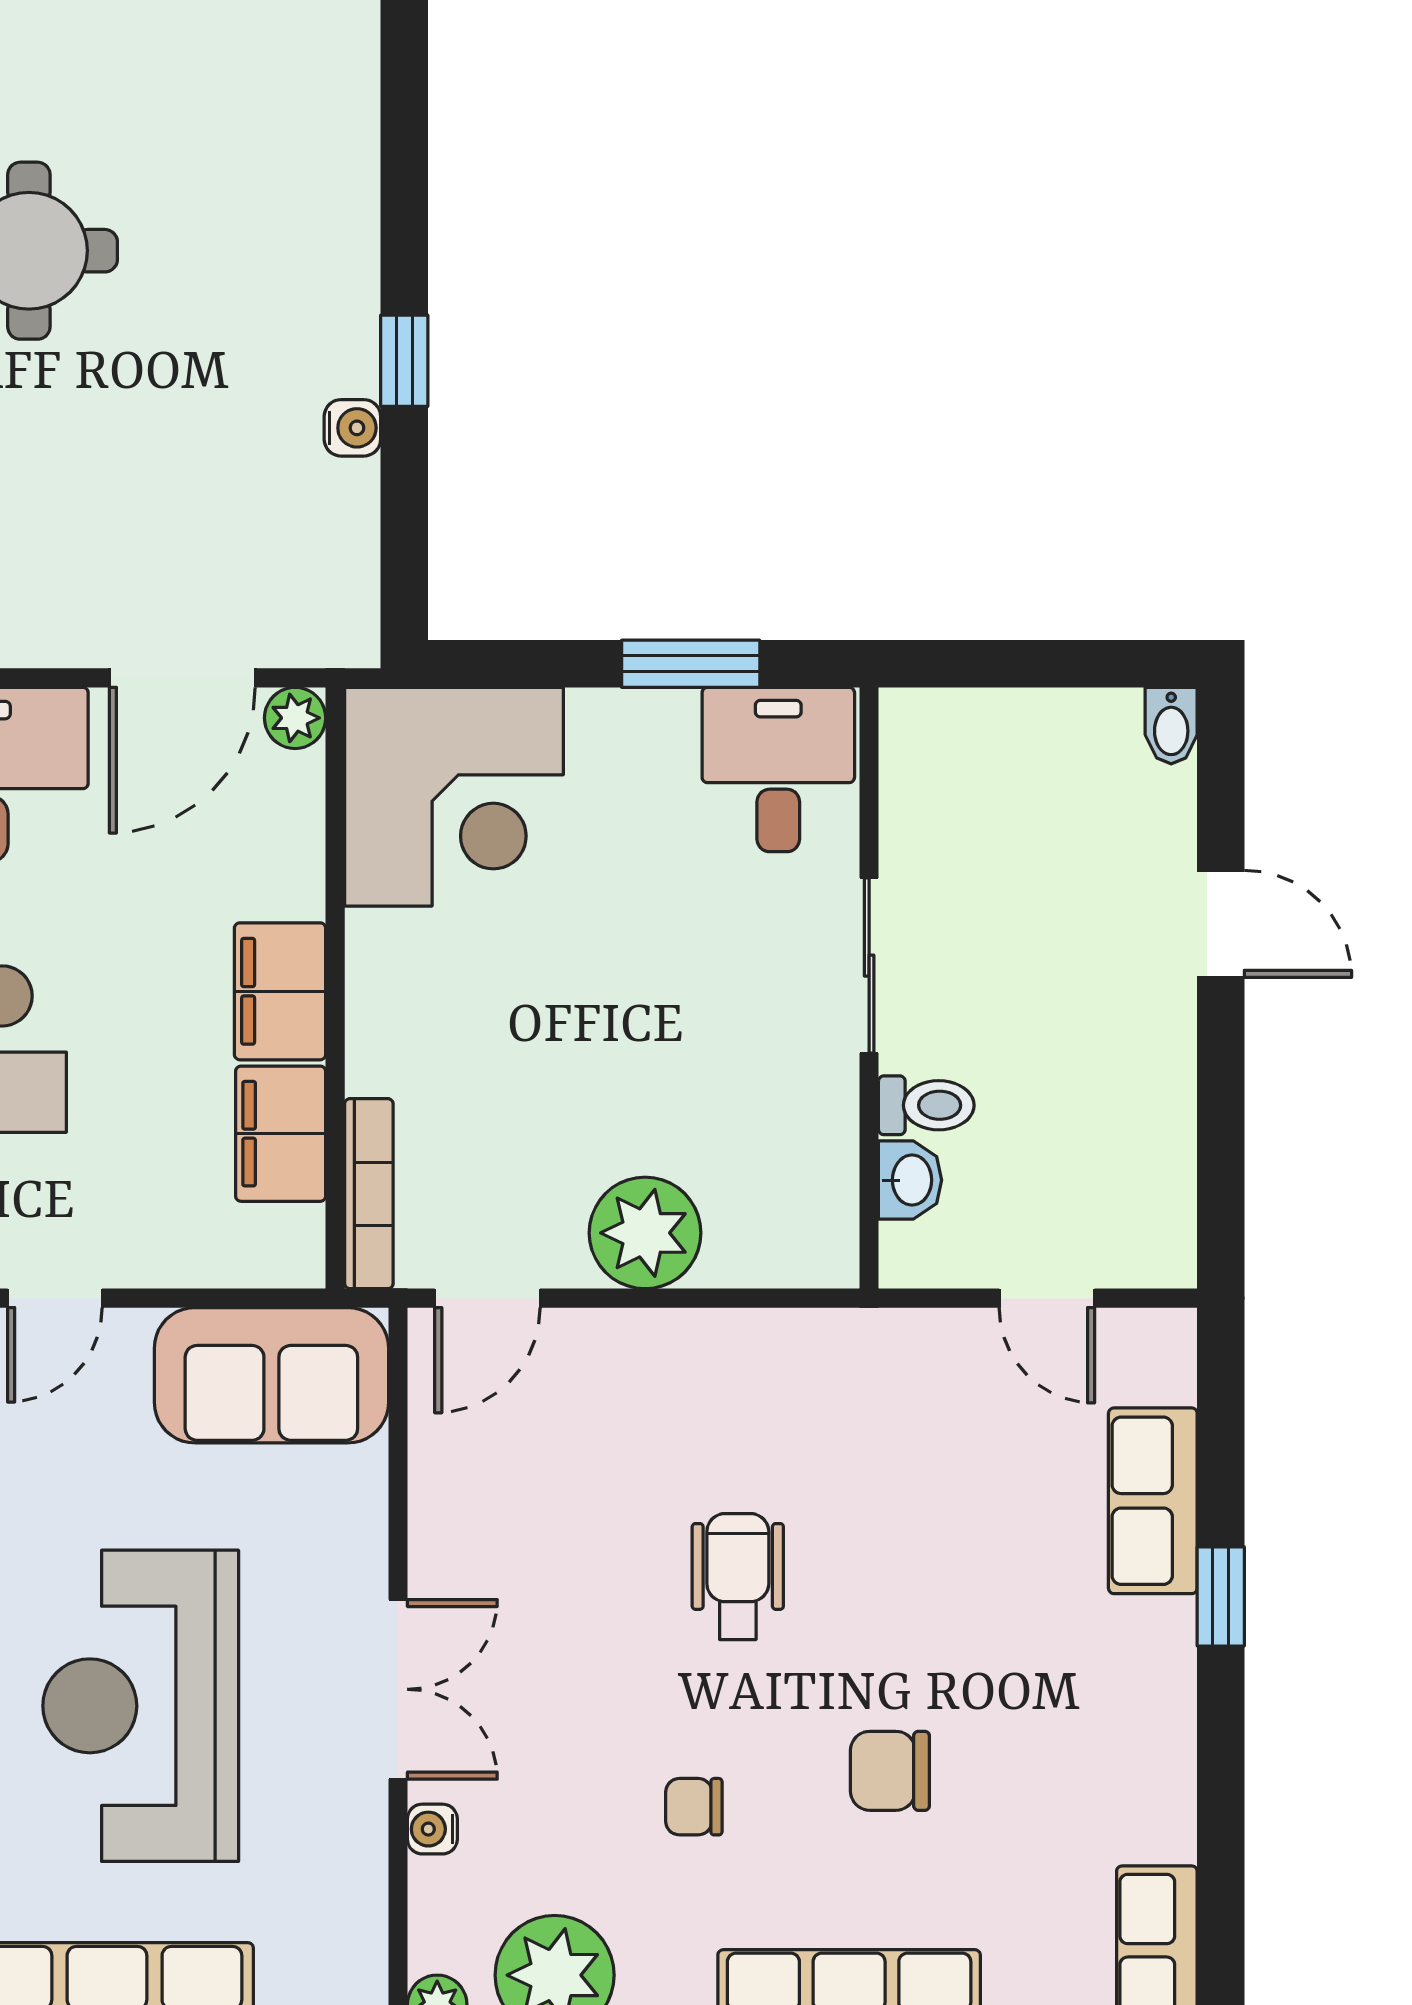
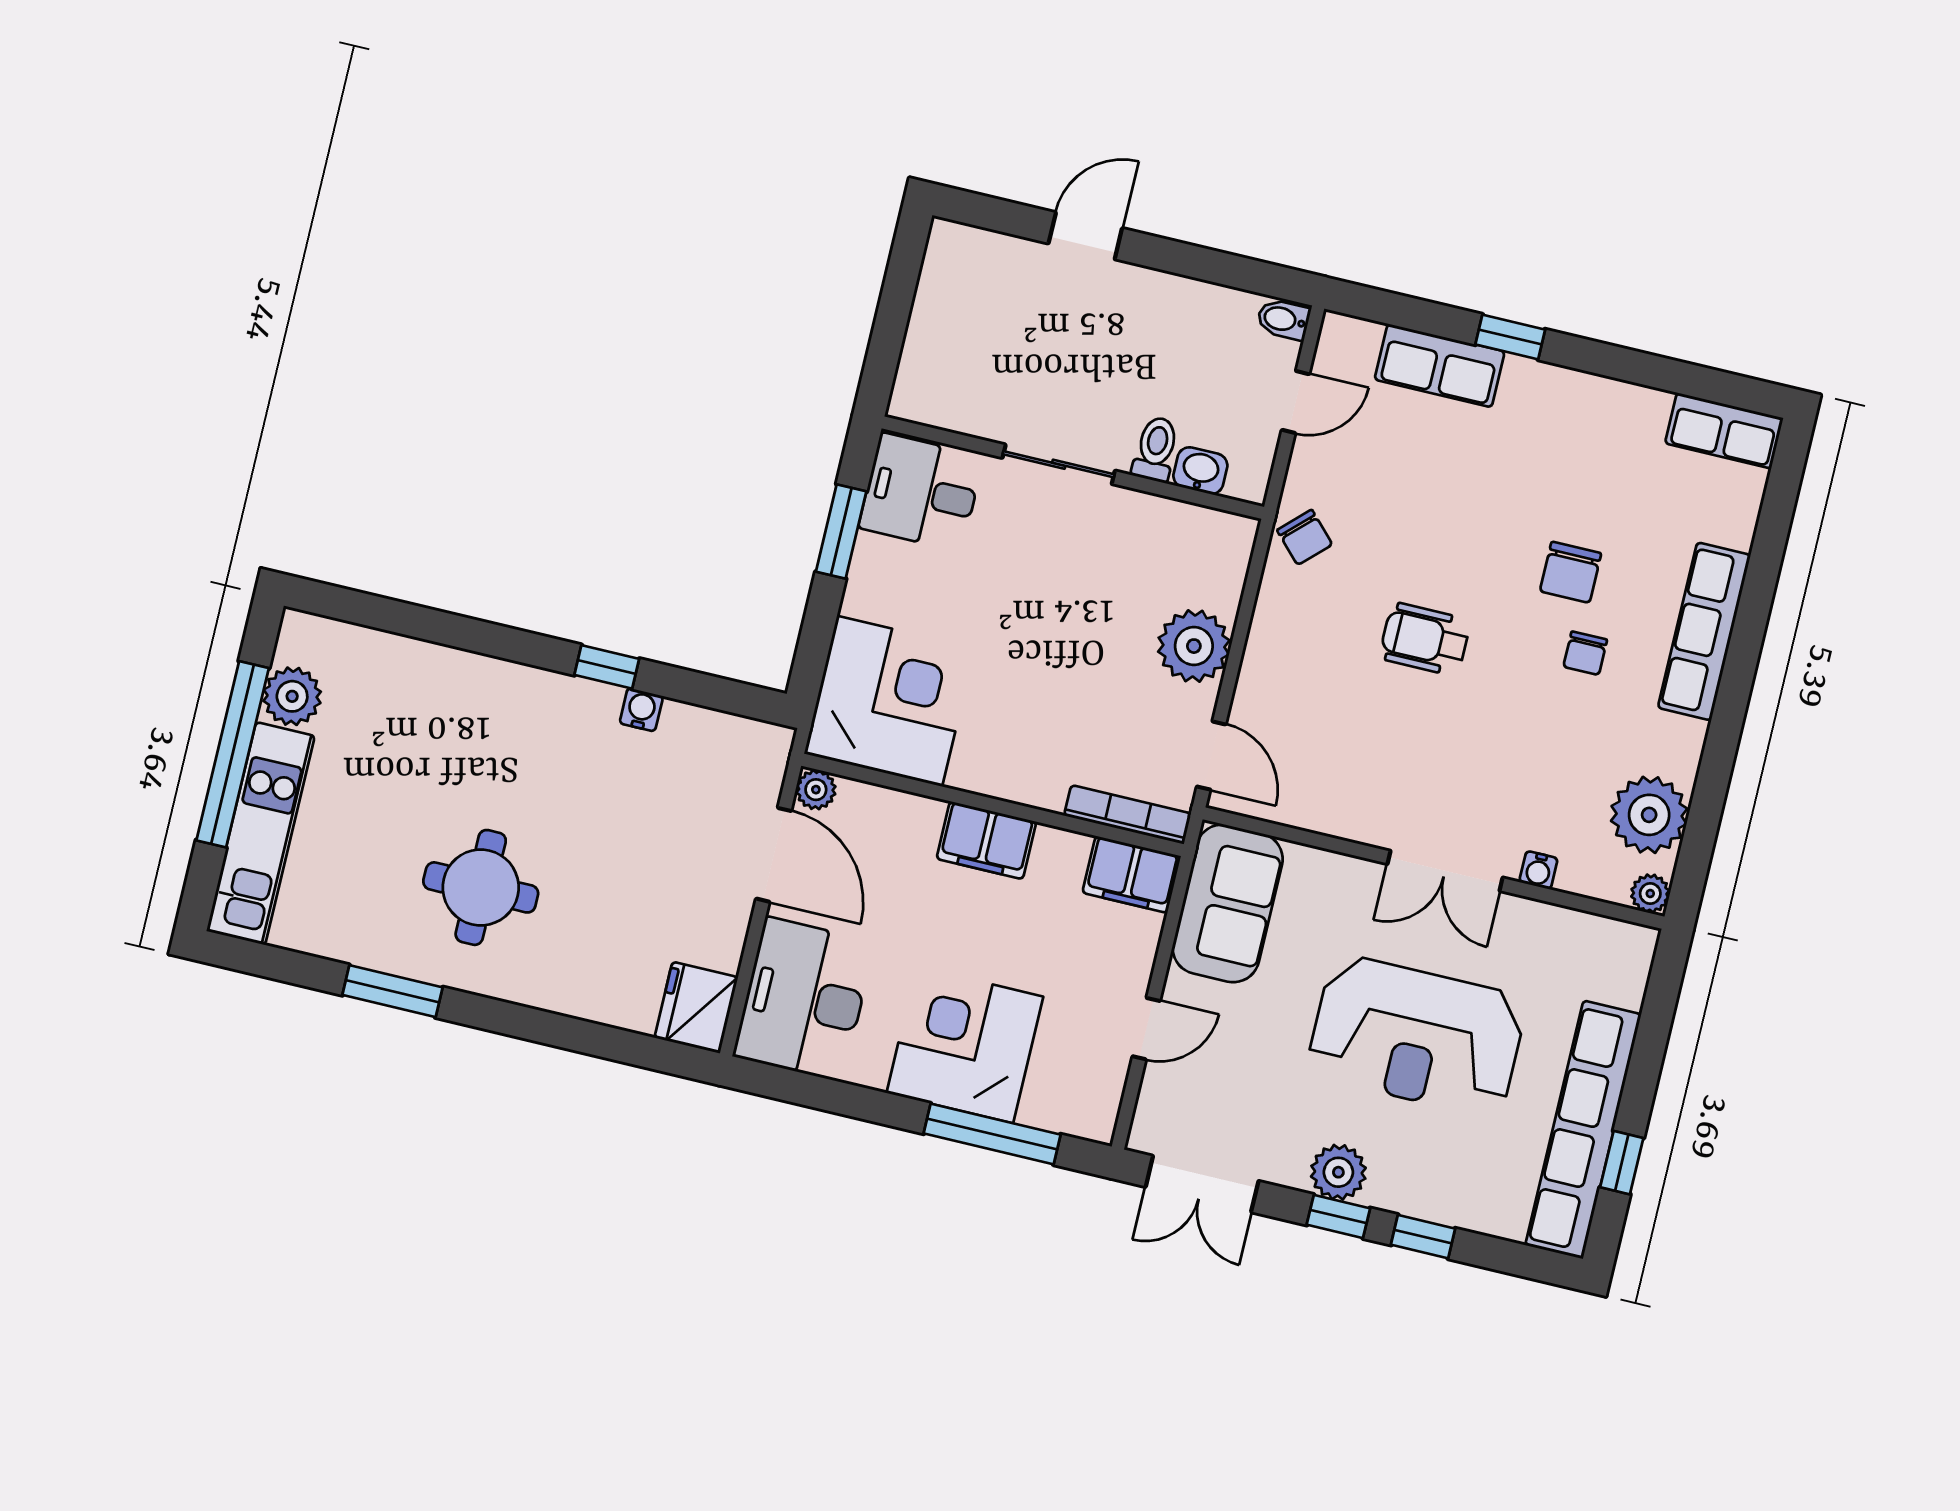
bidet: (1171, 726) -> (1283, 319), moved, turned 180
filing cabinet: (281, 1134) -> (1132, 874), moved
door: (55, 1298) -> (1146, 1029), hinge flipped
chair: (847, 1360) -> (1305, 537), added
double door: (398, 1689) -> (1445, 871), swing flipped
chair: (694, 1807) -> (1585, 653), moved

